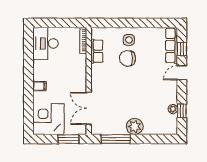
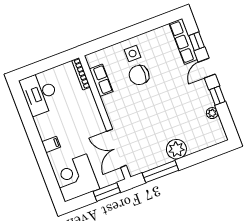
window: (182, 111) -> (217, 96), moved

